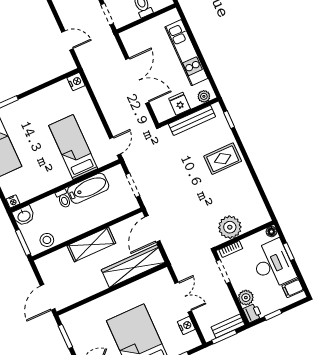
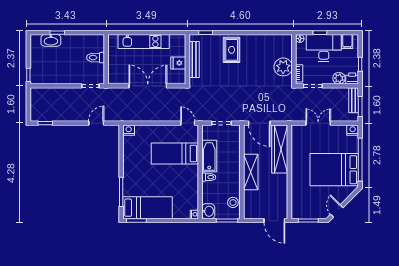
plant: (204, 96) -> (181, 43), removed
nightstand: (186, 326) -> (353, 130), moved

